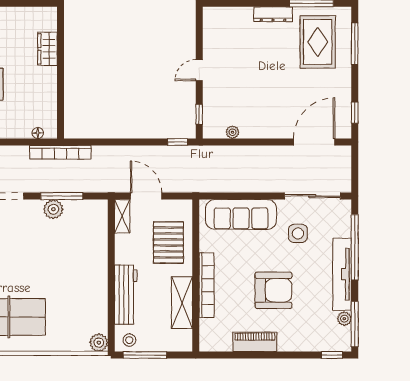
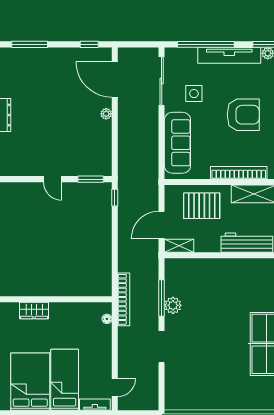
rug: (318, 42) -> (28, 76), removed
window: (199, 114) -> (91, 179), width x1.50
plant: (232, 132) -> (106, 114), moved
armchair: (273, 290) -> (243, 115), turned 90

